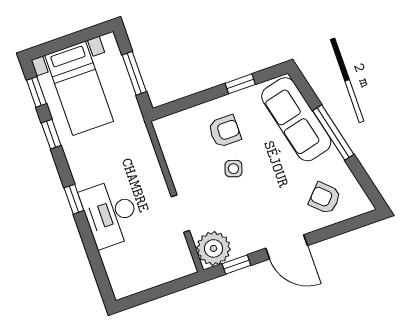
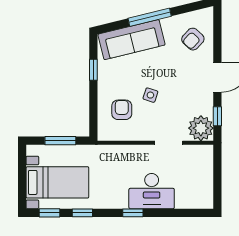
armchair: (225, 131) -> (122, 110), moved

